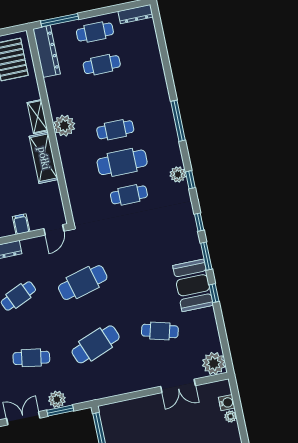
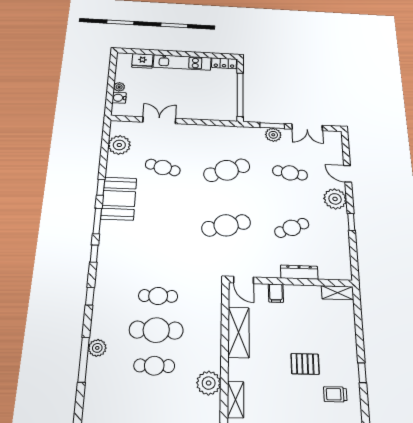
shelving: (44, 158) -> (239, 332), moved
plant: (178, 174) -> (97, 348), moved
door: (54, 230) -> (244, 280), swing flipped
plant: (214, 363) -> (119, 145), moved

